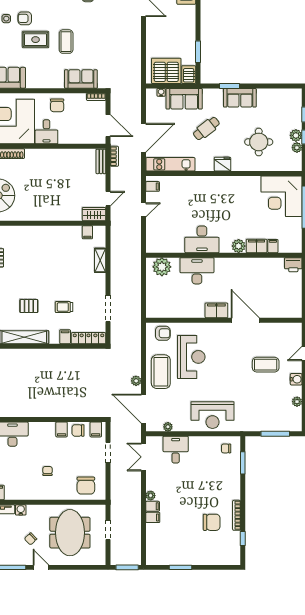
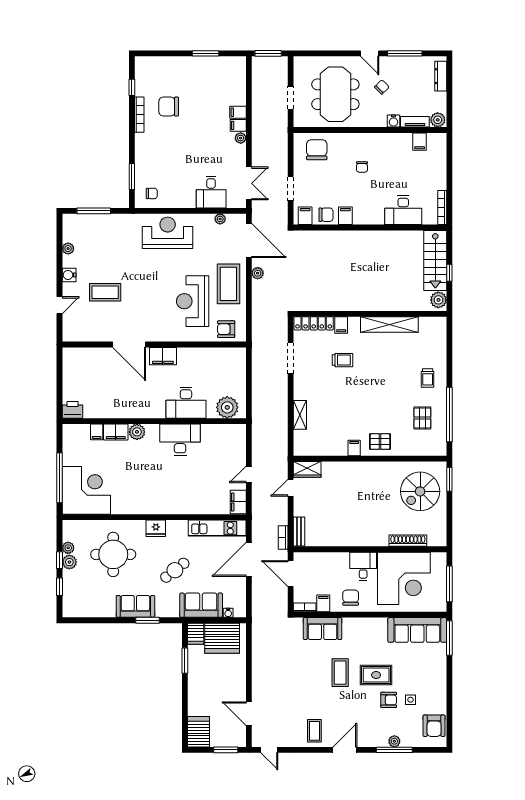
filing cabinet: (80, 100) -> (323, 603), added
round table: (259, 142) -> (113, 554), width x1.36, depth x1.36
filing cabinet: (153, 186) -> (238, 502), width x2.00
filing cabinet: (87, 232) -> (354, 448), moved
pallet: (29, 306) -> (380, 441), moved

